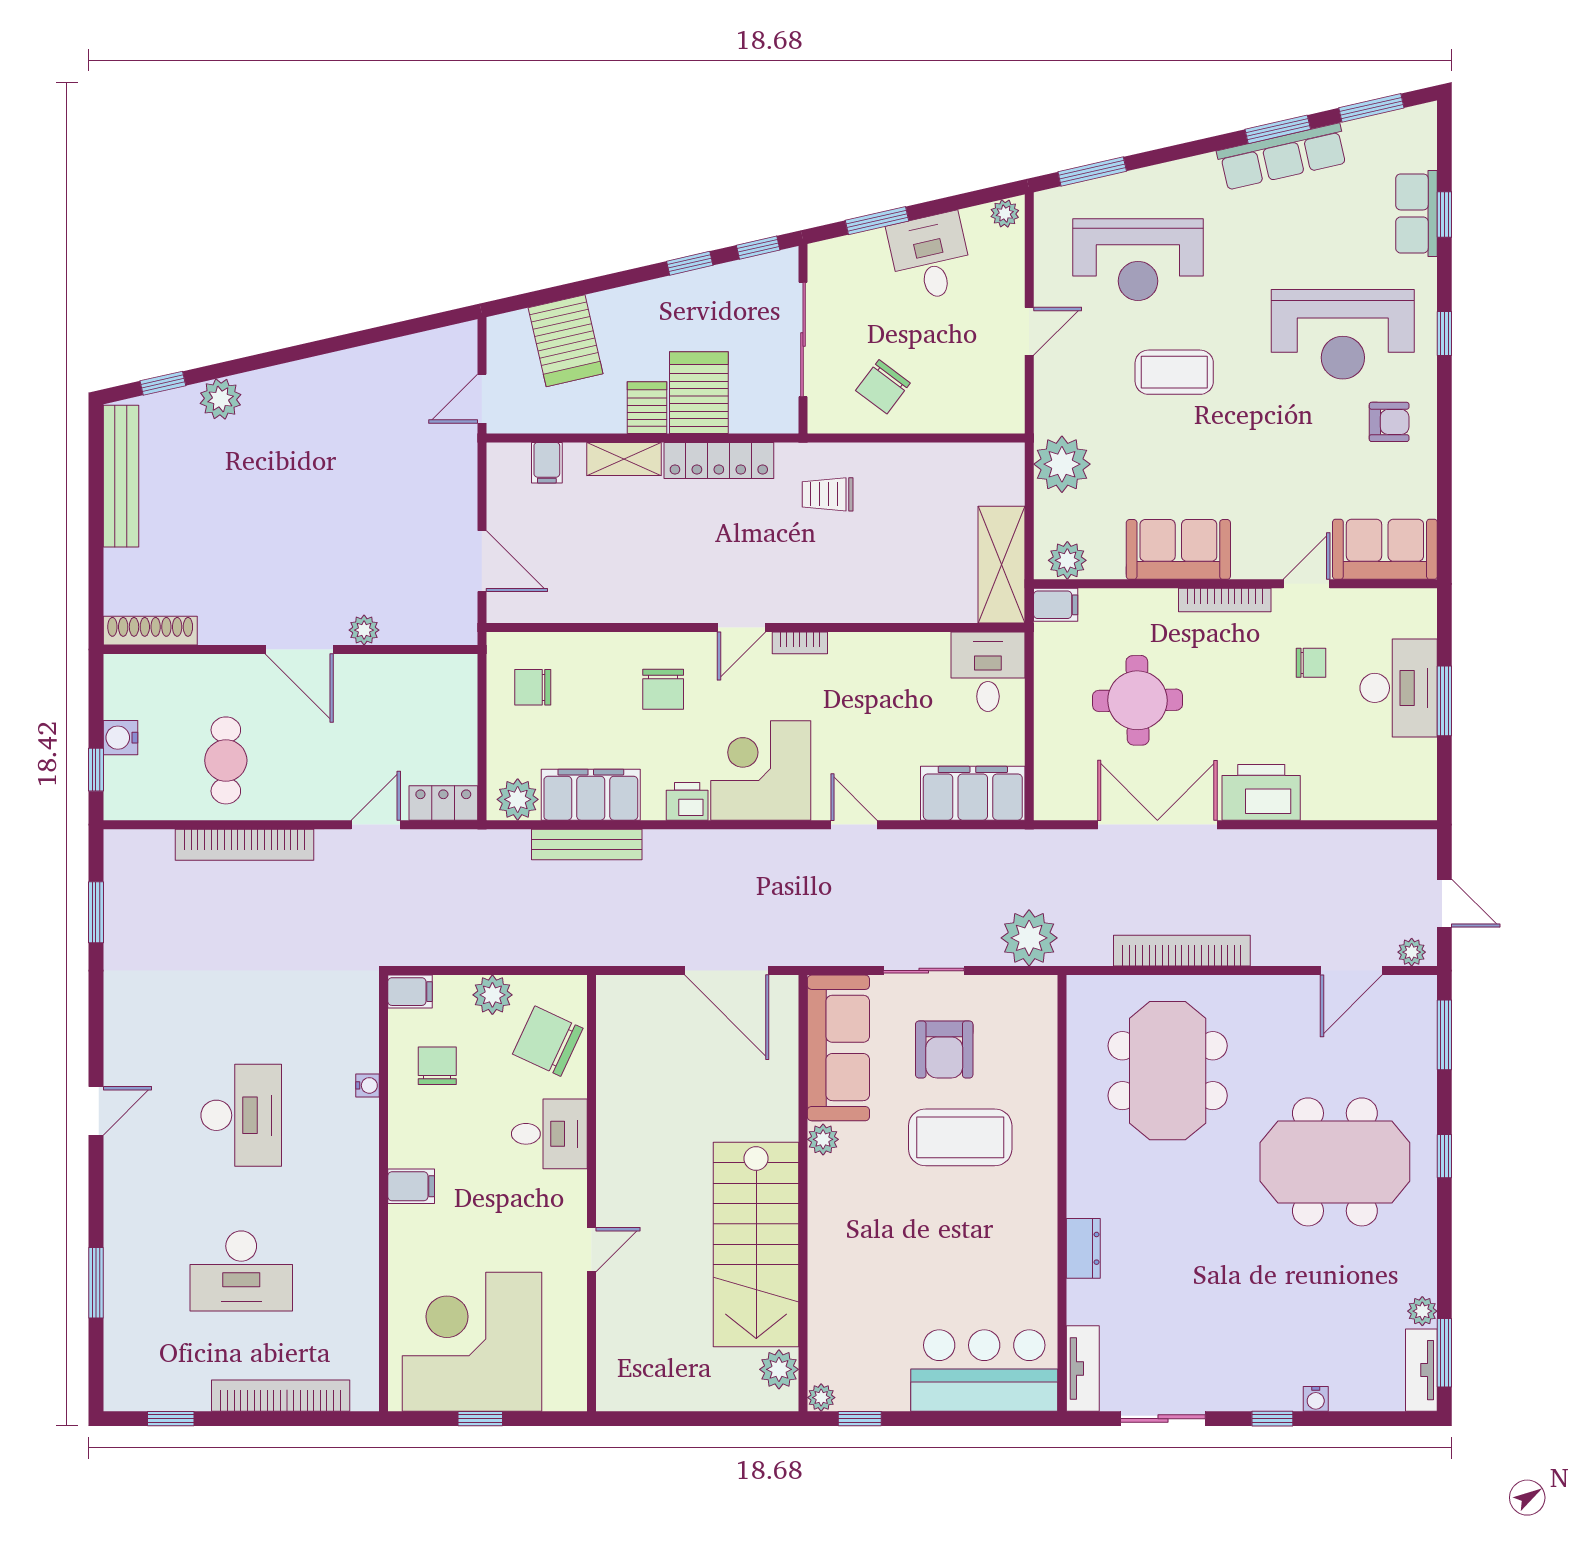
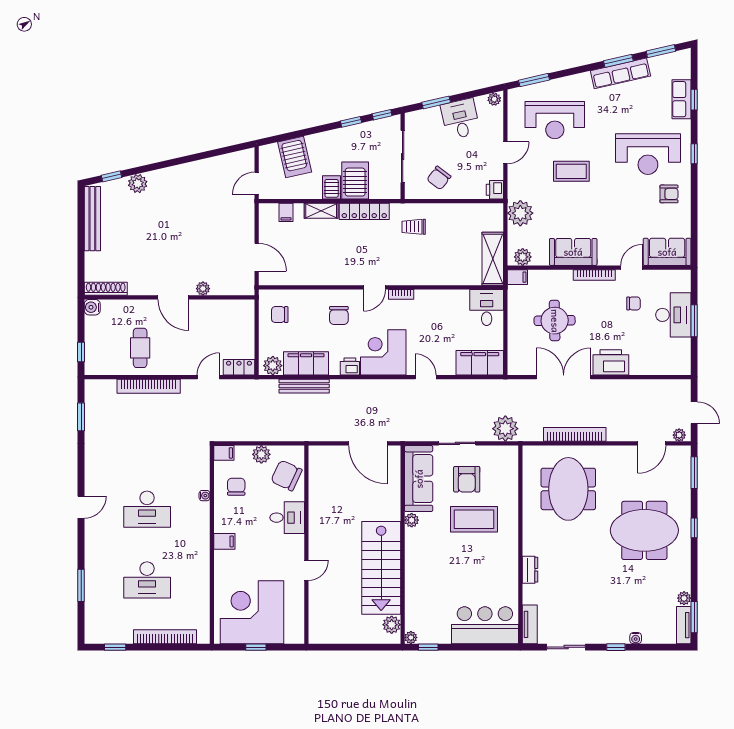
printer: (1006, 413) -> (495, 190), added
water cooler: (120, 738) -> (92, 307), moved
desk: (241, 1115) -> (147, 509), turned 90

